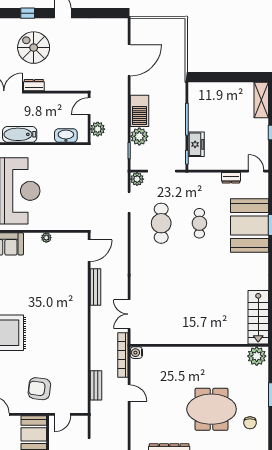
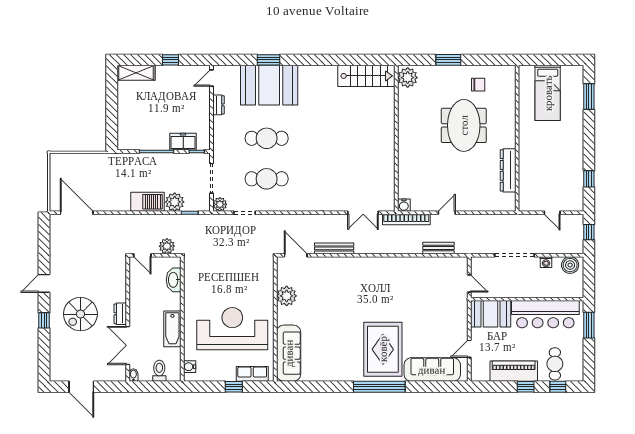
door: (129, 60) -> (77, 213), moved
cafe table: (199, 223) -> (267, 138), width x1.37, depth x1.35
plant: (46, 238) -> (287, 296), width x1.87, depth x1.87
armchair: (39, 389) -> (442, 308), removed

